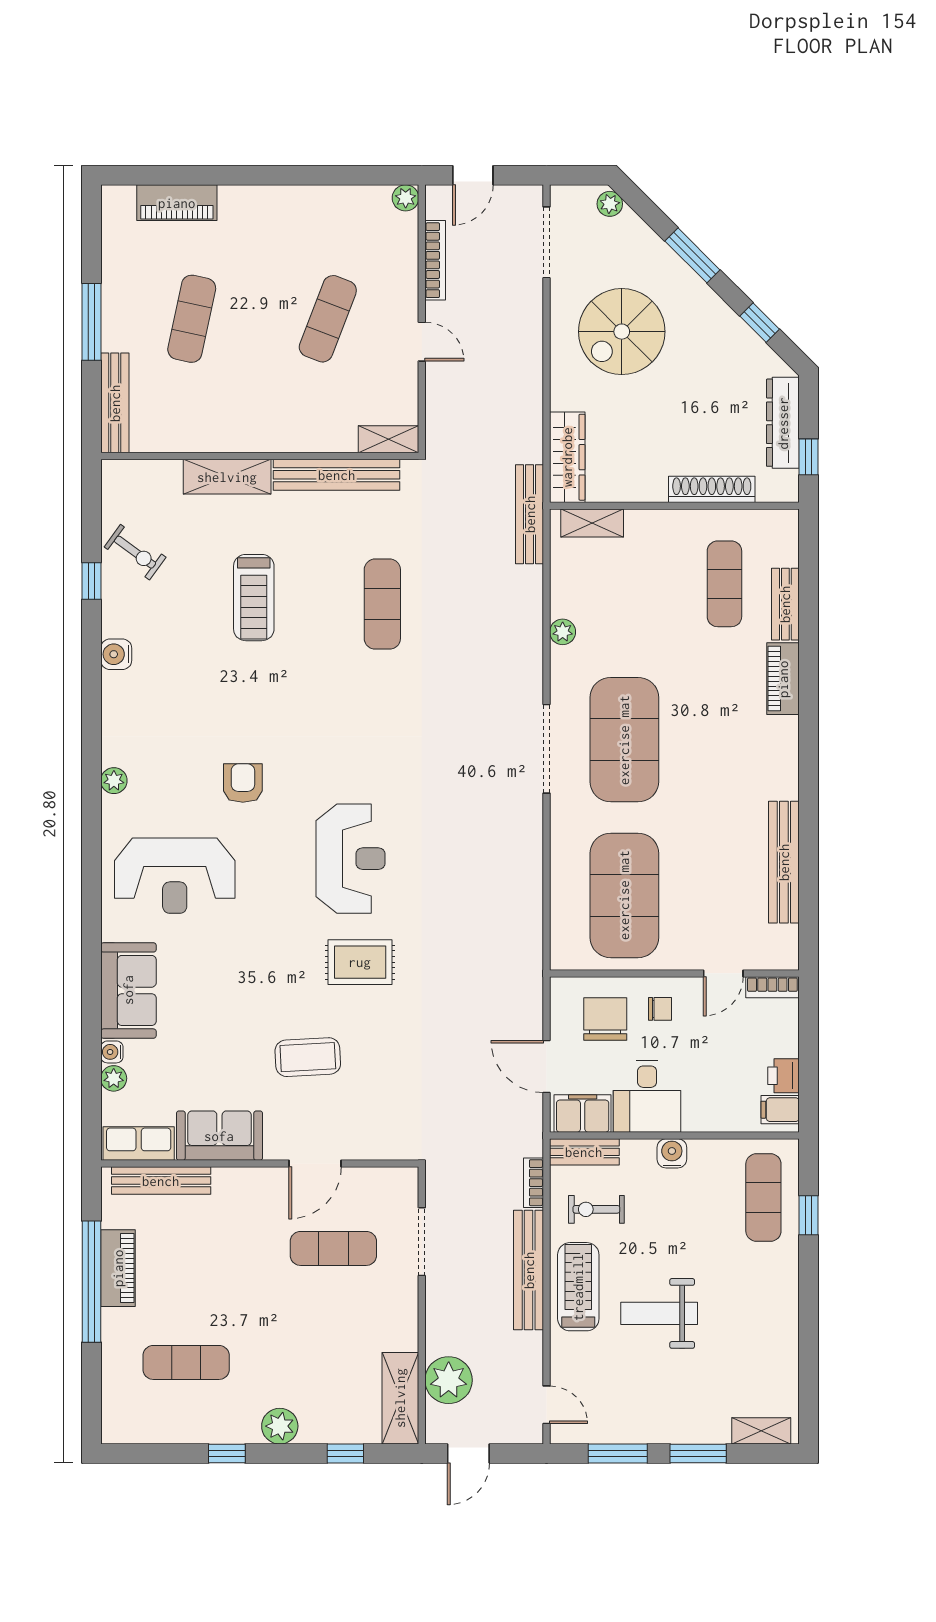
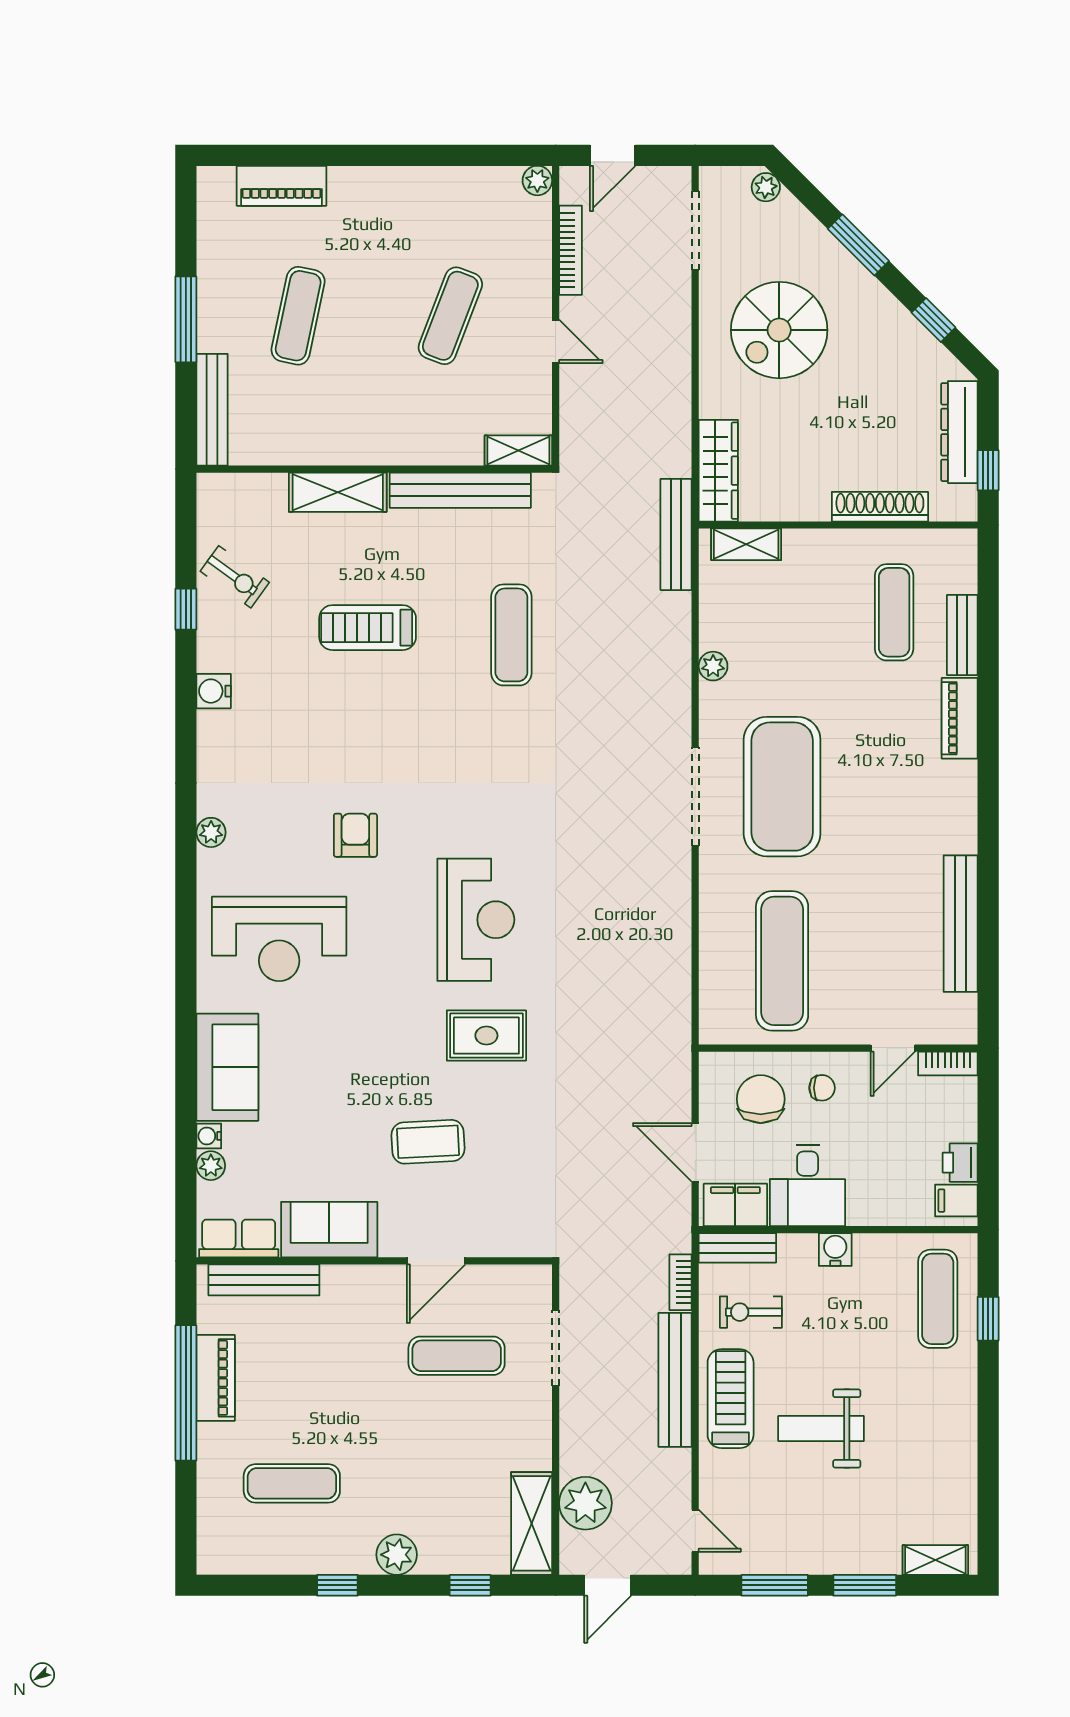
treadmill: (254, 598) -> (368, 628), turned 90
exercise mat: (624, 895) -> (782, 961), width x0.68

